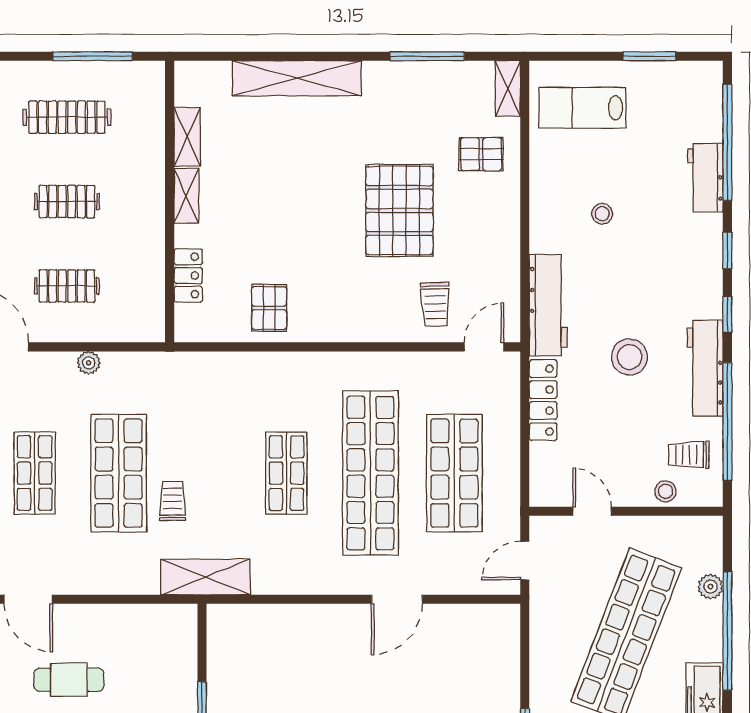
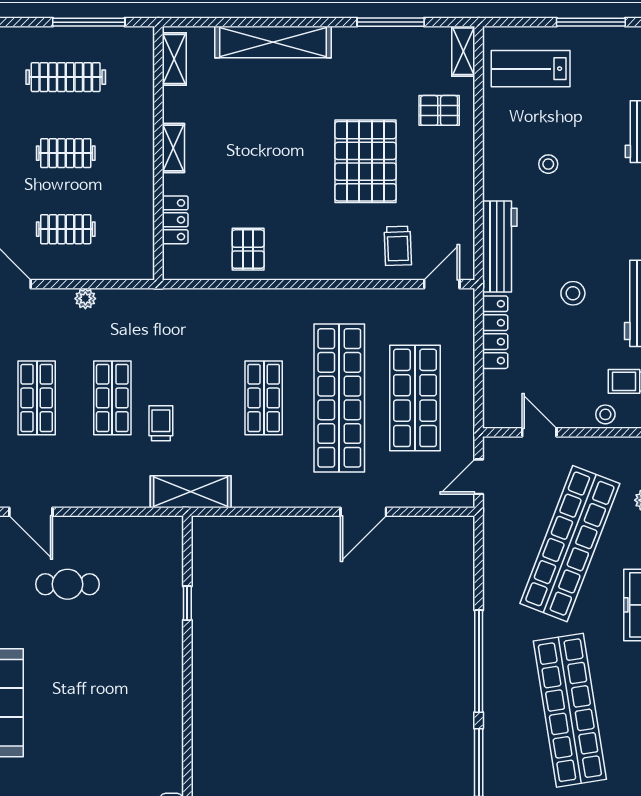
window: (649, 56) -> (591, 22), width x1.44
shelving: (187, 137) -> (174, 59), moved
stool: (629, 357) -> (573, 293), width x0.73, depth x0.73
shop shelf: (119, 473) -> (112, 398), width x0.70, depth x0.74

